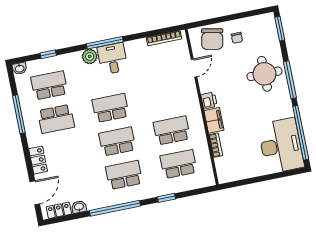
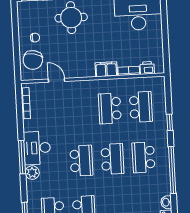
chair: (212, 39) -> (33, 60), turned 90
desk: (112, 59) -> (37, 148), width x1.37
printer: (209, 100) -> (147, 68), moved
school desk: (111, 108) -> (81, 161), turned 180
school desk: (117, 141) -> (112, 159), turned 180
school desk: (179, 164) -> (141, 107), turned 180

